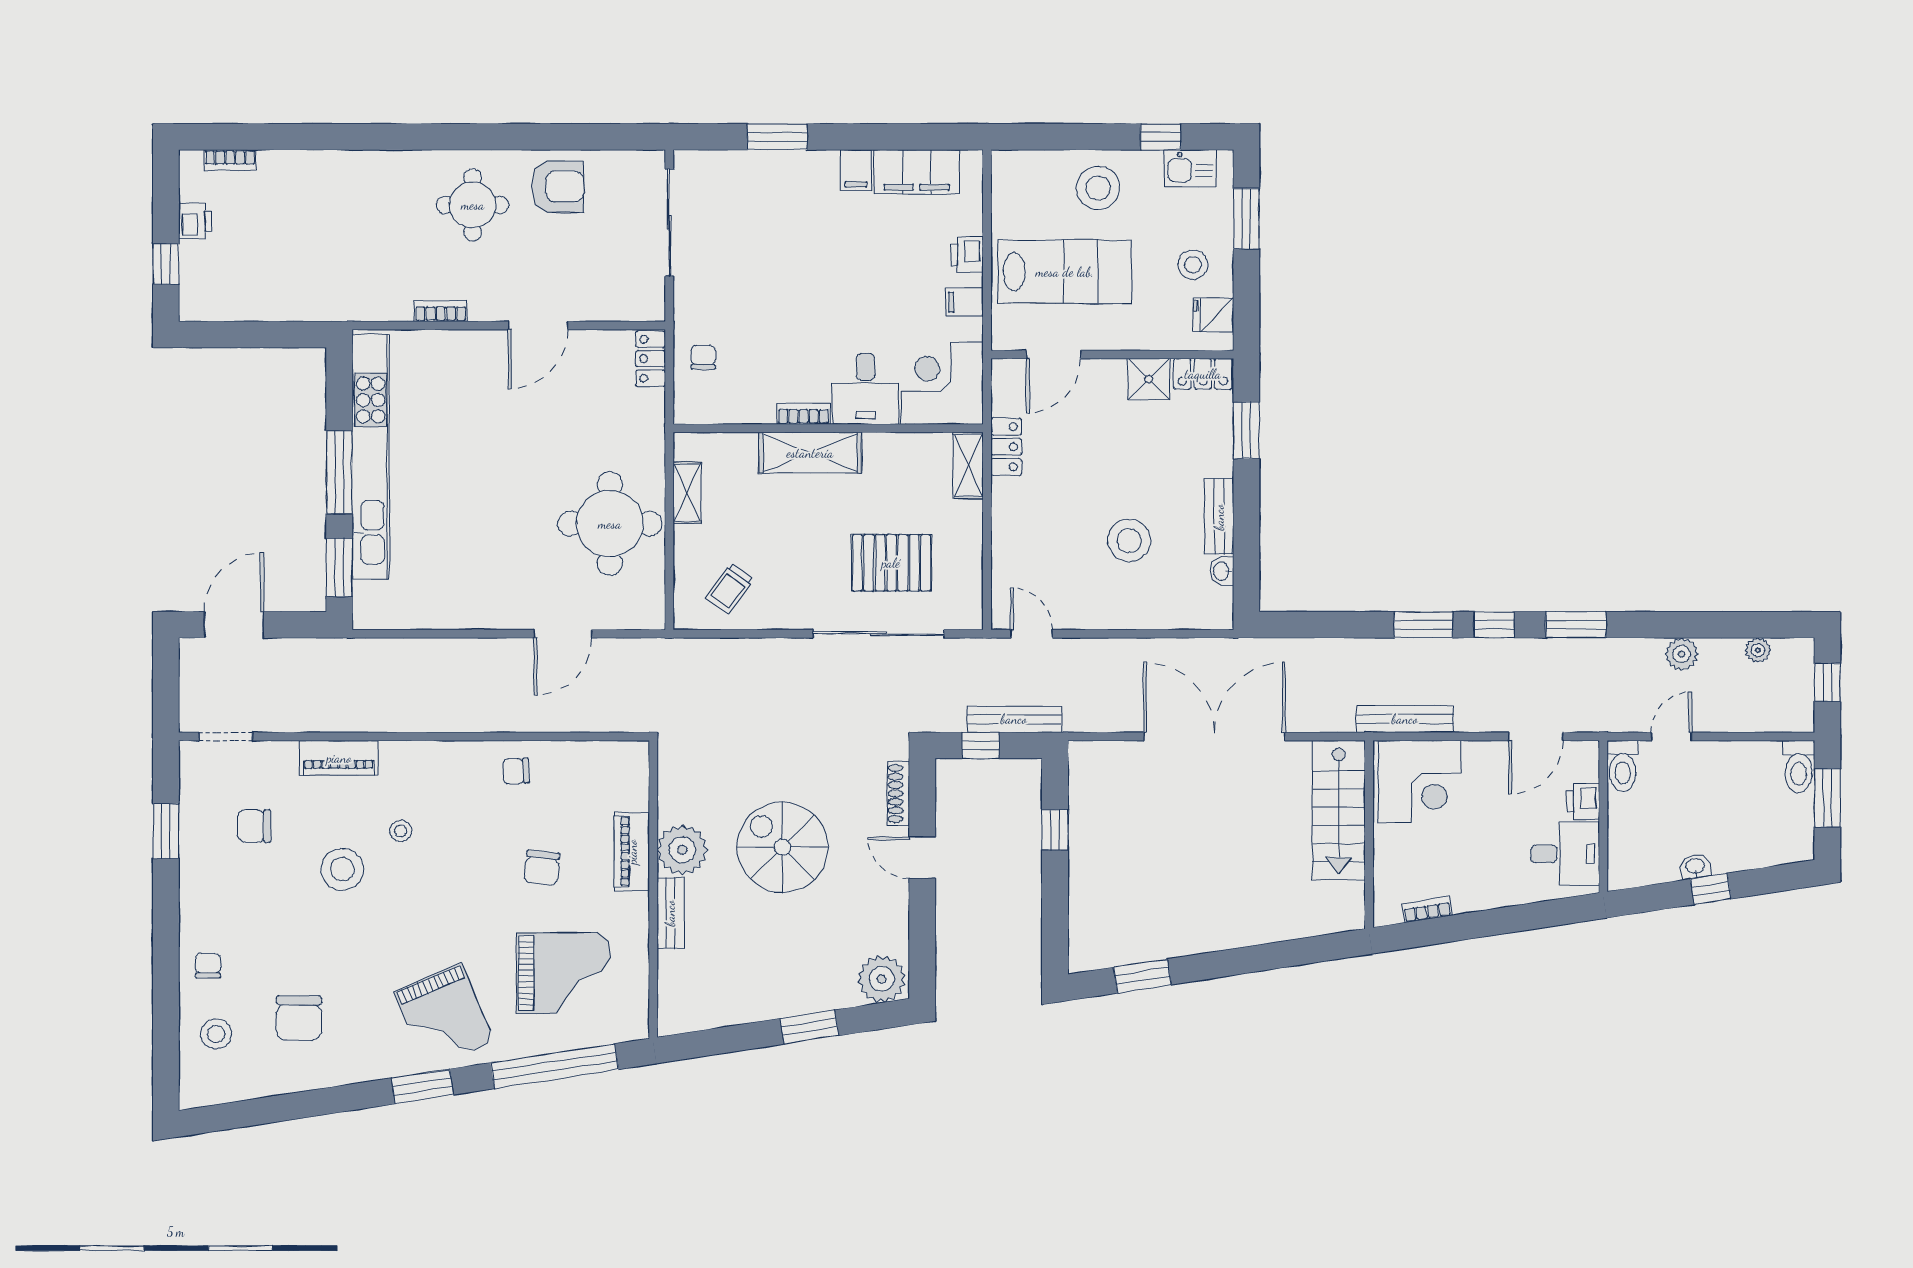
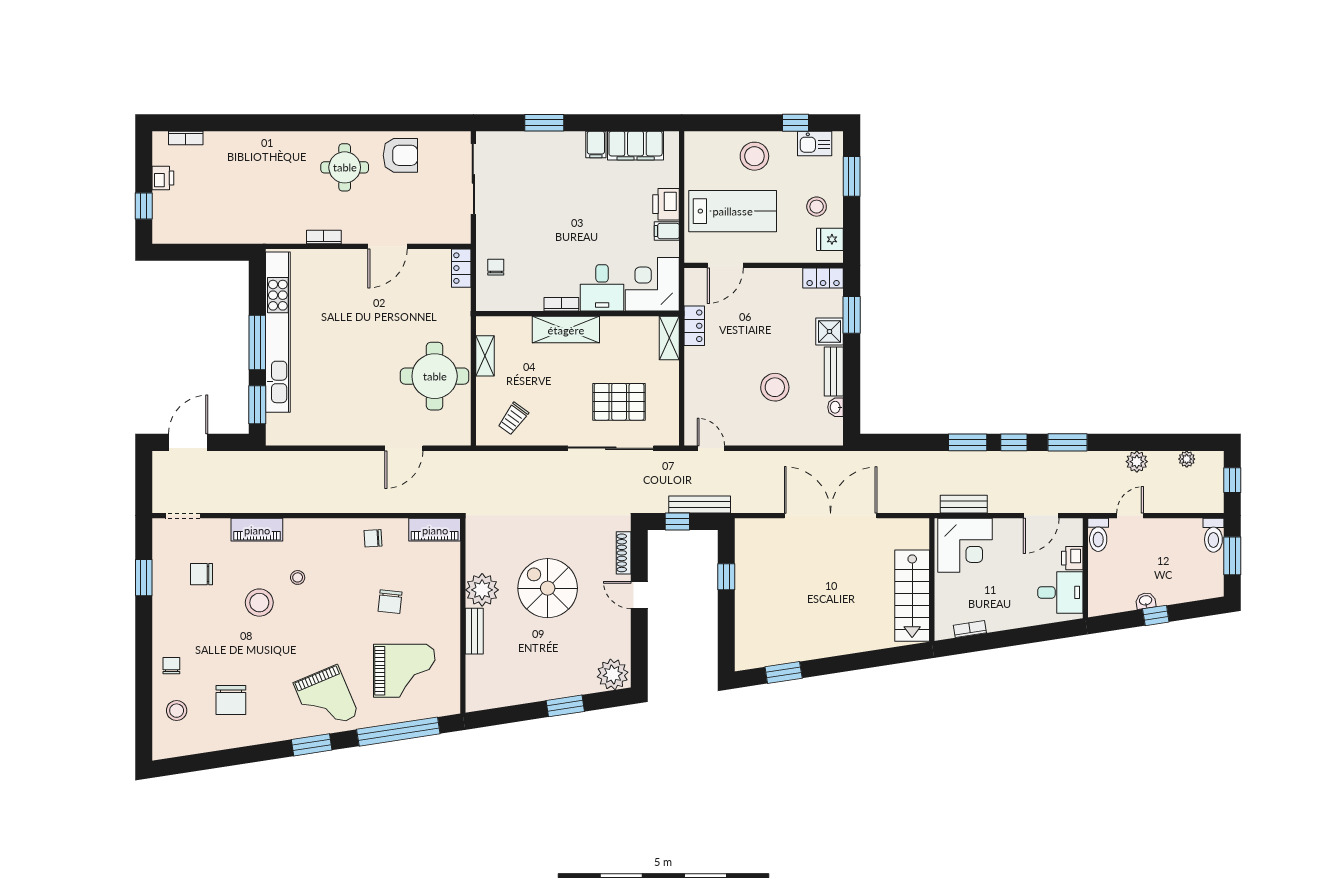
printer: (967, 255) -> (666, 204), width x1.36, depth x1.24
shower: (1149, 379) -> (830, 332), moved
bench: (1405, 719) -> (964, 504), width x0.73
stairs: (1339, 810) -> (912, 596), moved
piano: (632, 852) -> (435, 530), moved, turned -90

